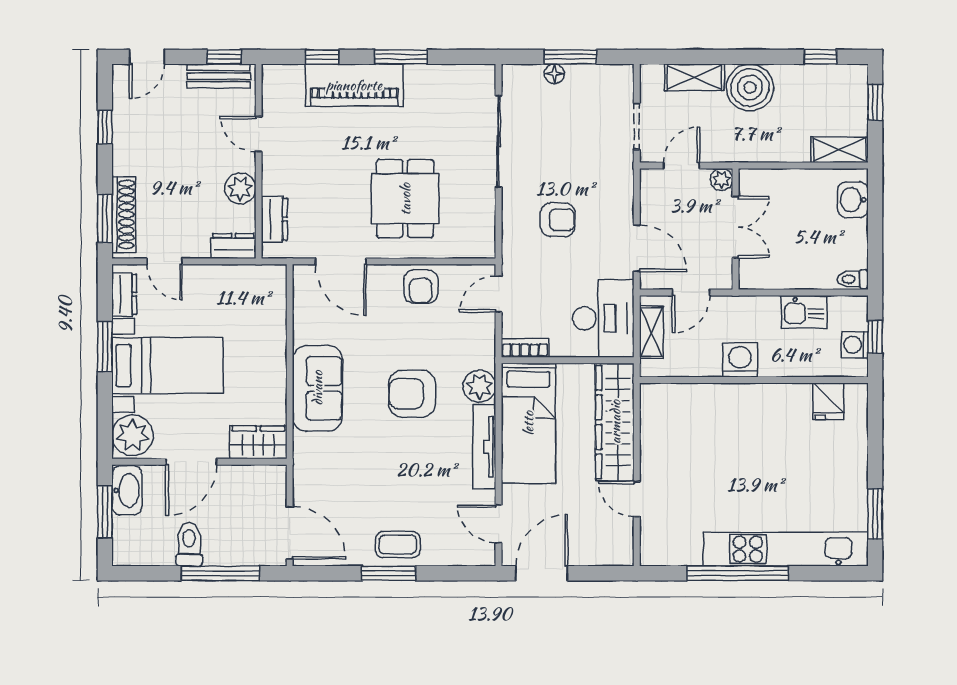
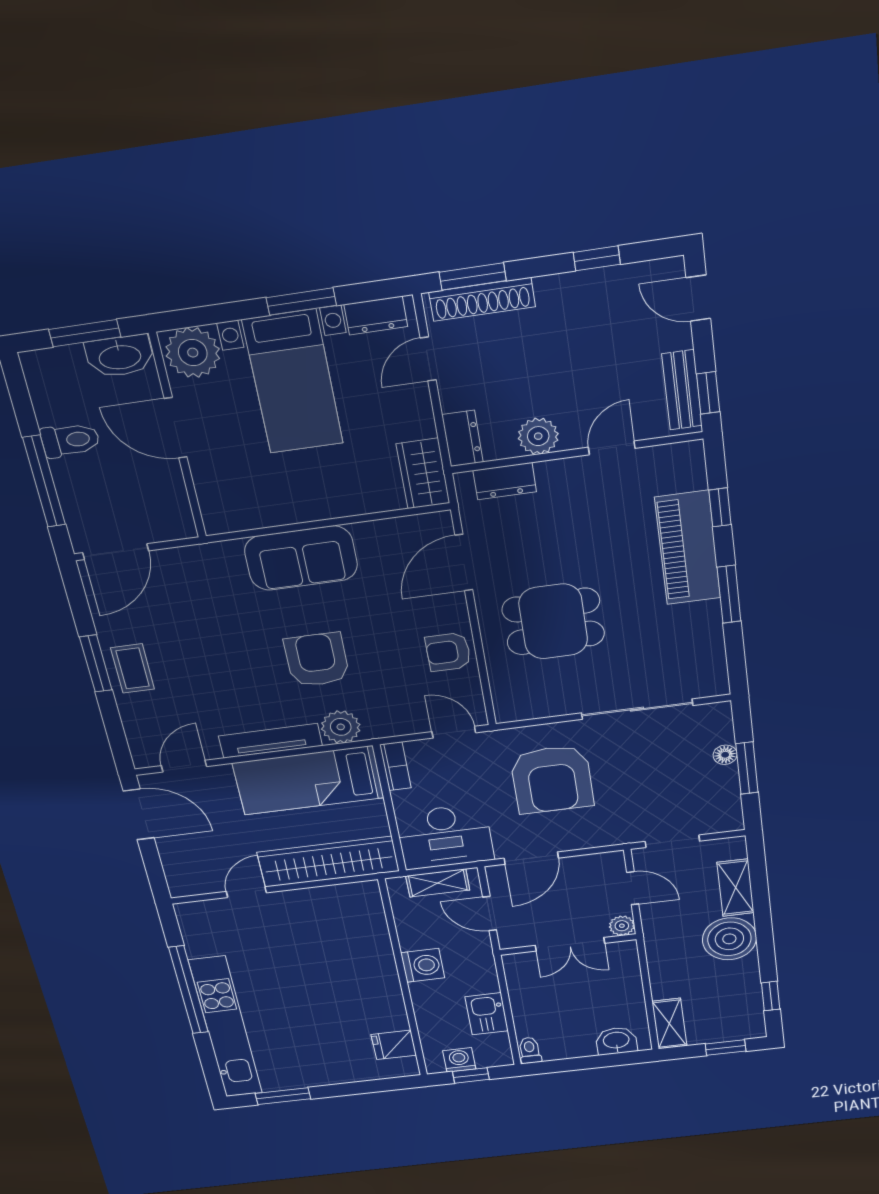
armchair: (558, 220) -> (552, 779), width x1.88, depth x1.88
wardrobe: (258, 442) -> (423, 474), moved, turned 180

